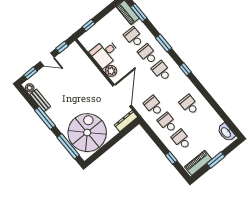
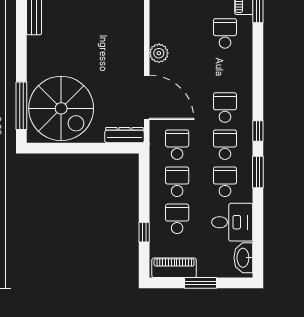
window: (164, 43) -> (258, 172), moved
desk: (105, 53) -> (232, 222), moved, turned 180
school desk: (148, 54) -> (225, 145), moved
door: (122, 96) -> (147, 97), hinge flipped
window: (45, 118) -> (21, 44), removed
spiral stairs: (87, 133) -> (61, 108), turned 90

